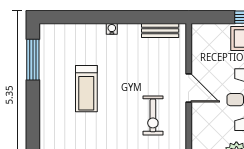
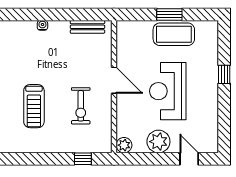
treadmill: (86, 89) -> (34, 106), moved

